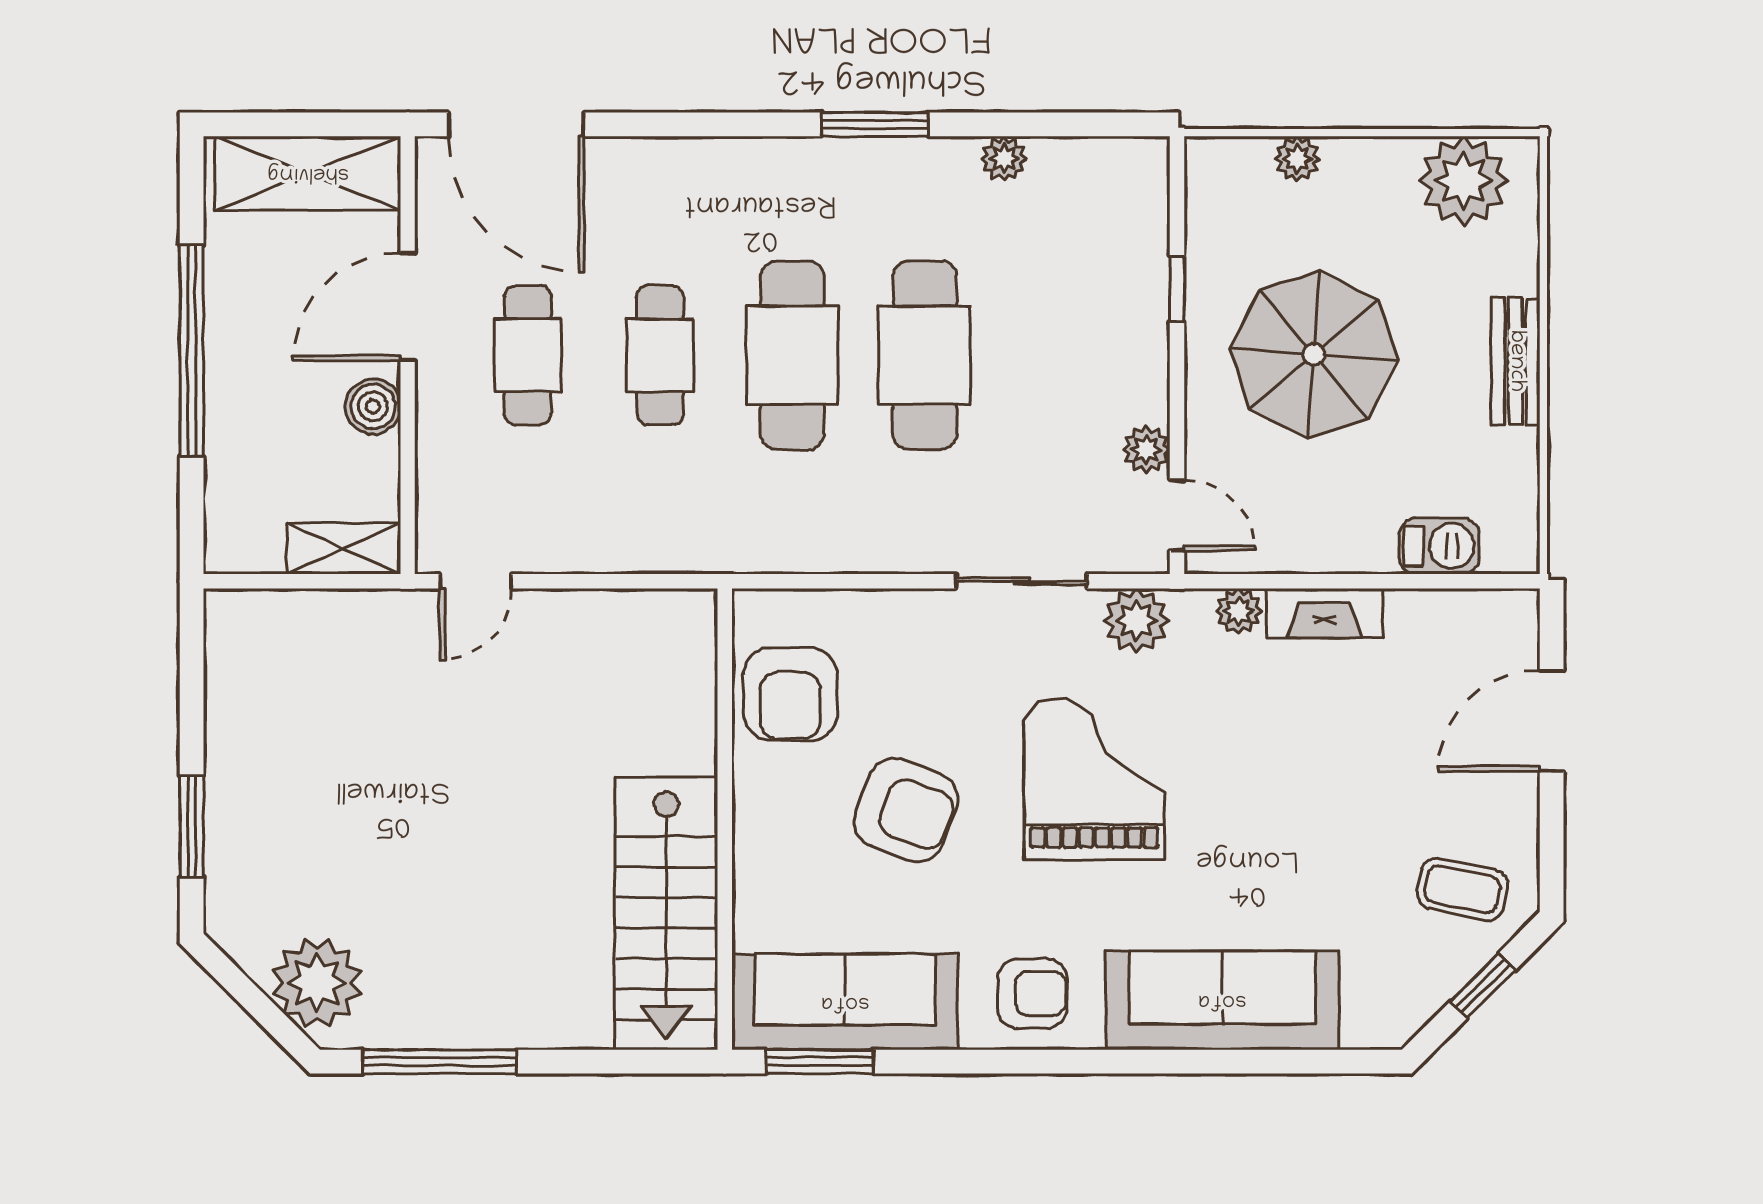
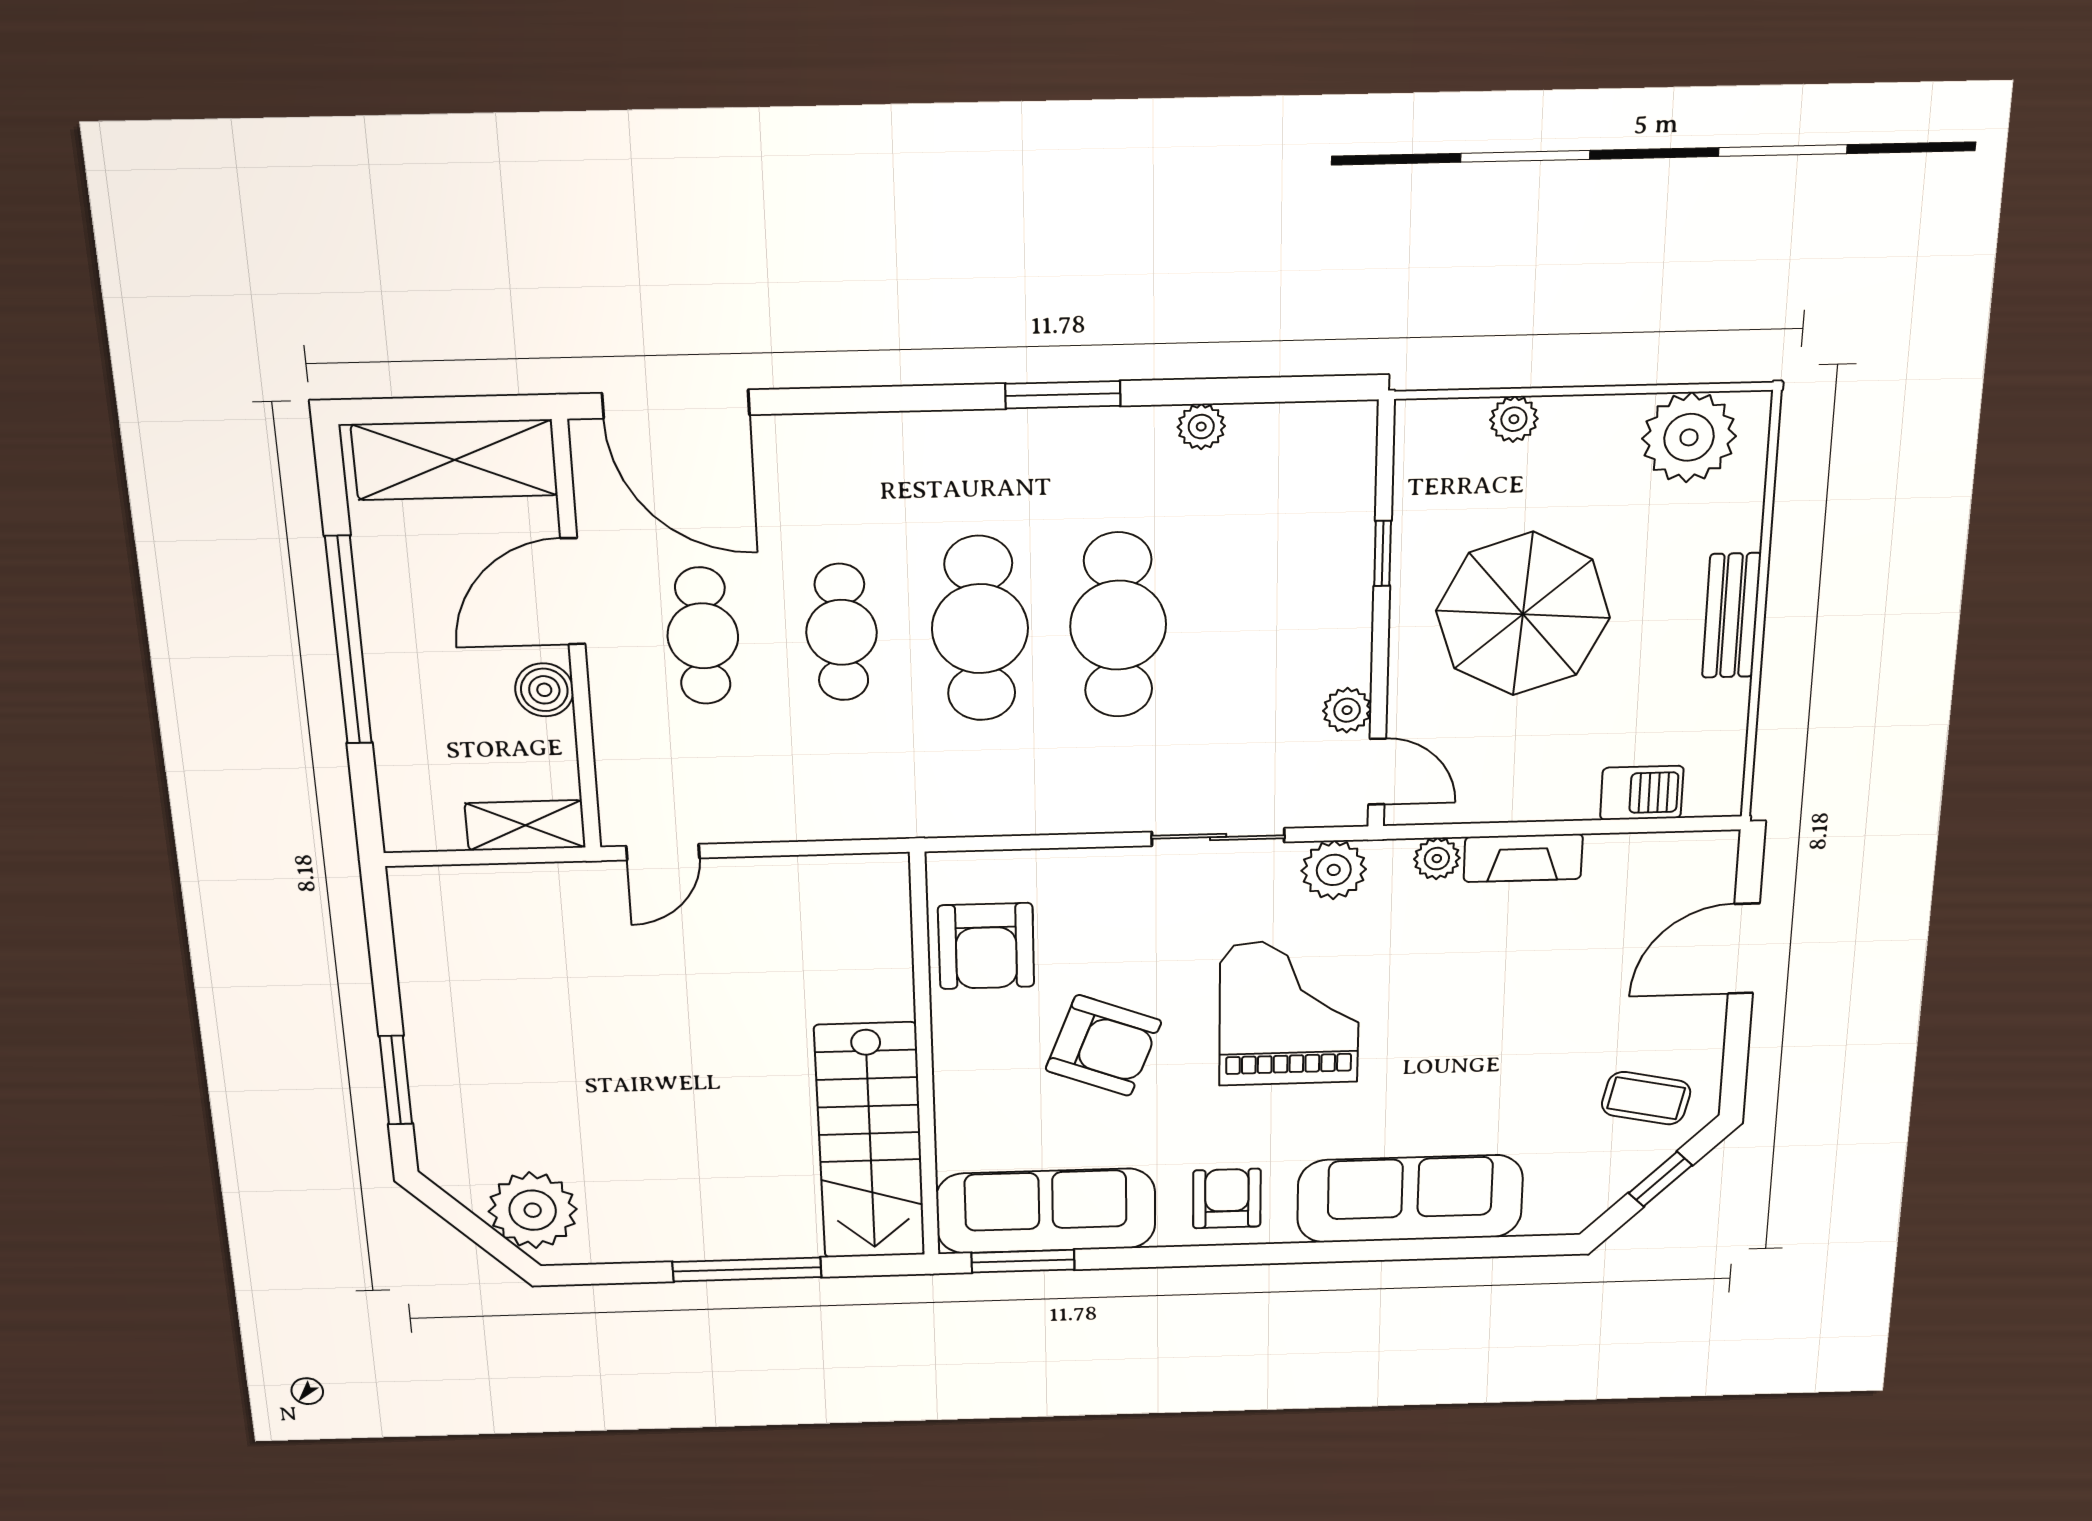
armchair: (1032, 993) -> (1227, 1198), turned -90
window: (439, 1062) -> (747, 1269), moved

